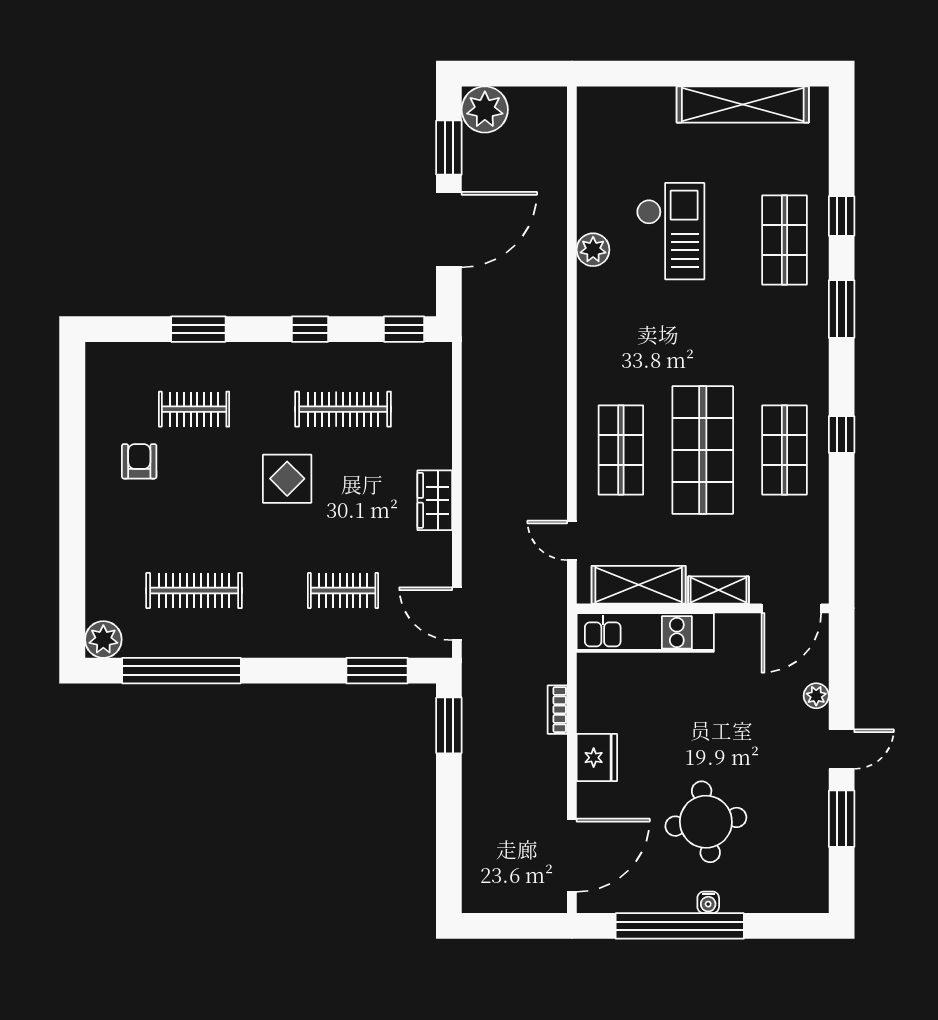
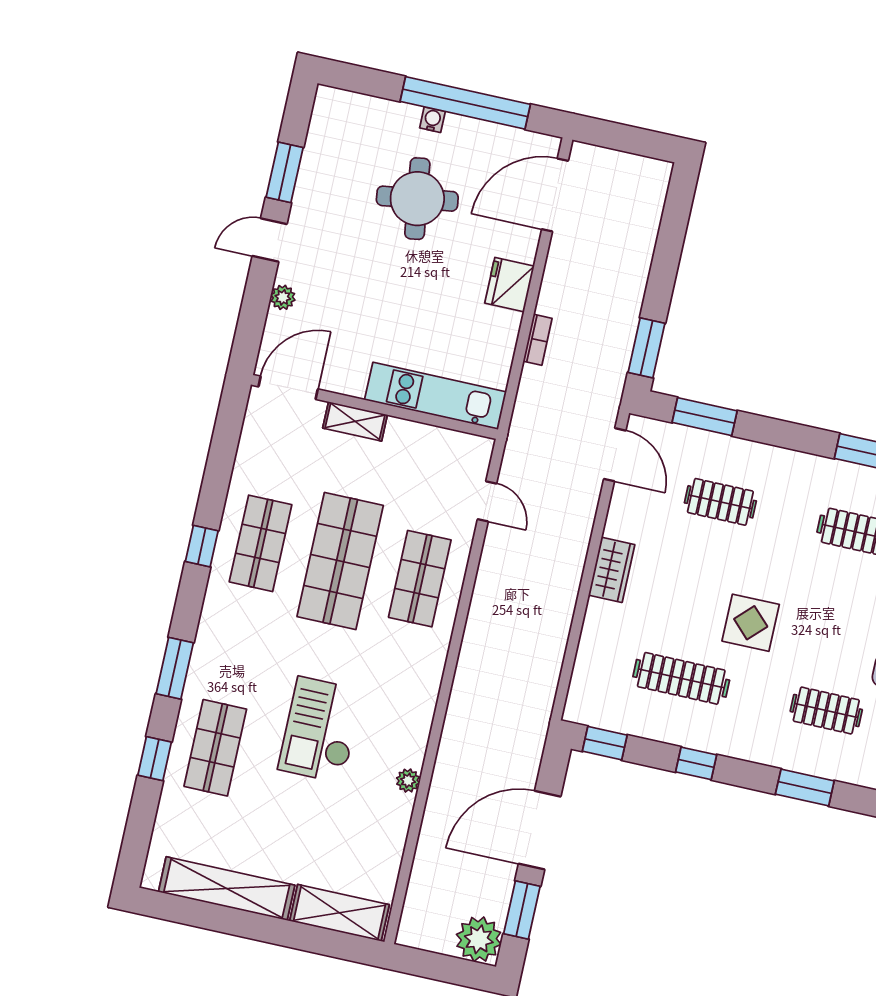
checkout: (671, 231) -> (320, 730), moved
plant: (593, 250) -> (408, 781), width x0.73, depth x0.73
shelving: (639, 585) -> (339, 913), moved

